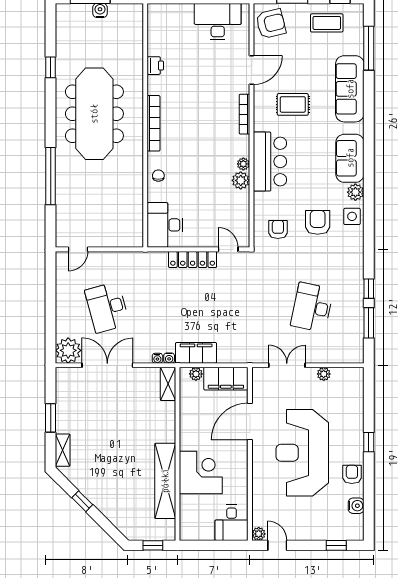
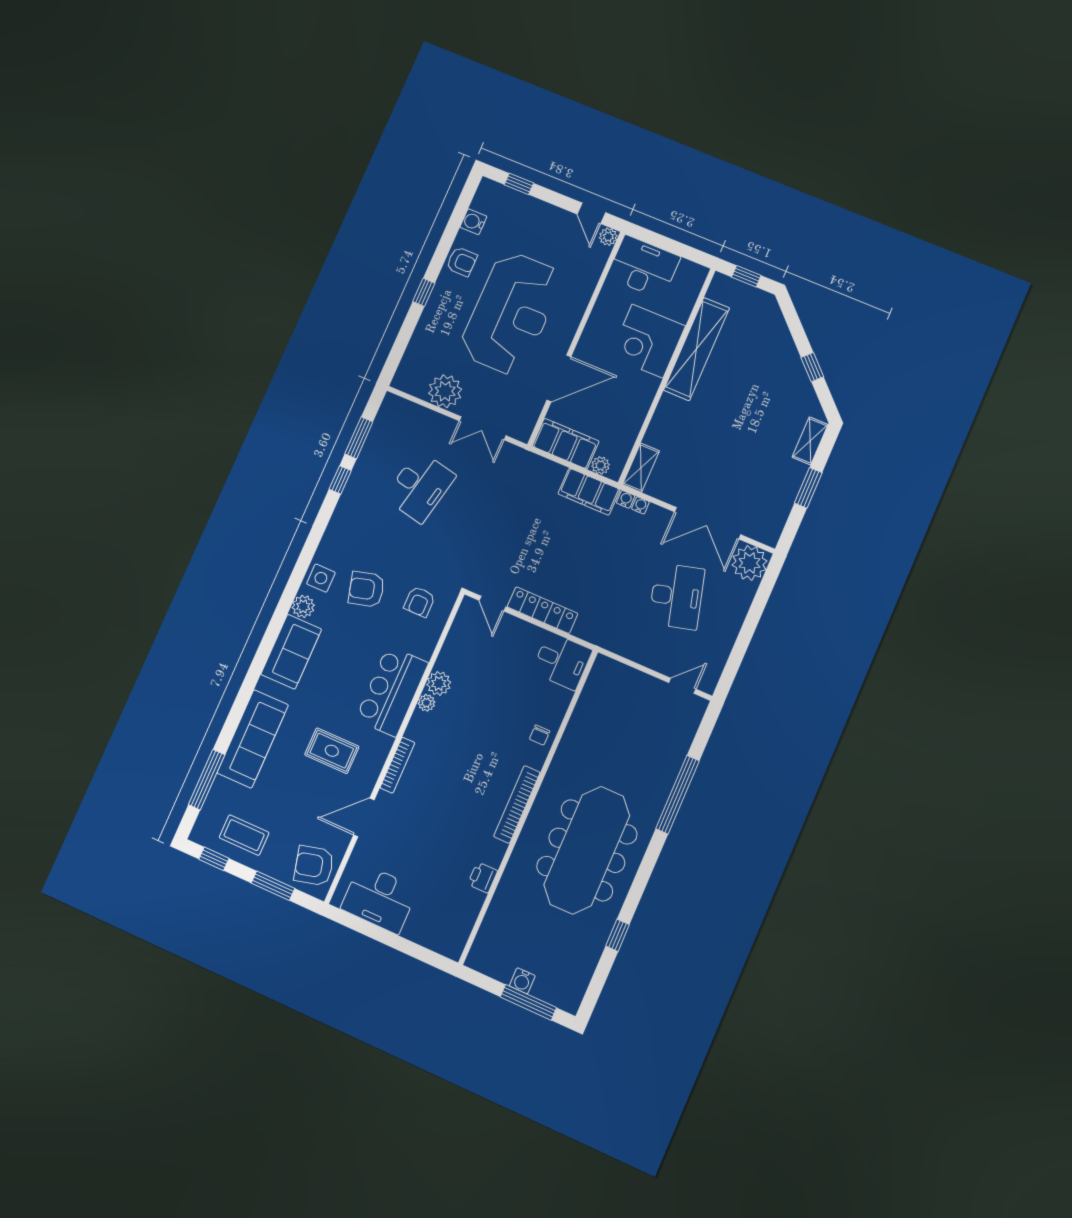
armchair: (318, 222) -> (366, 589), turned 75
desk: (165, 225) -> (562, 661), width x0.73
plant: (324, 374) -> (445, 391), width x1.88, depth x1.88
armchair: (352, 474) -> (462, 262), turned -90
desk: (232, 523) -> (644, 267), width x1.37

